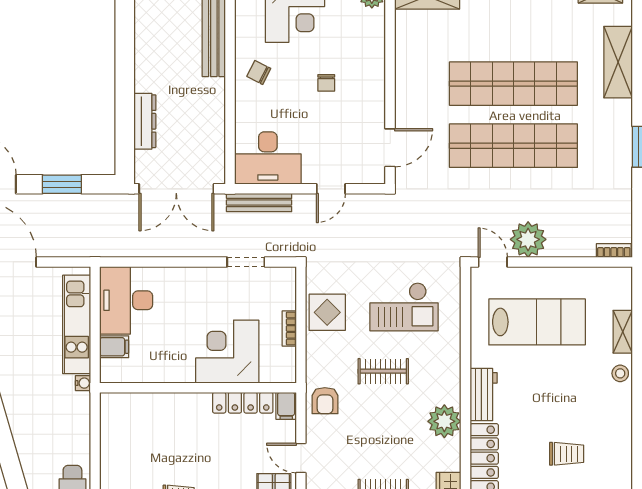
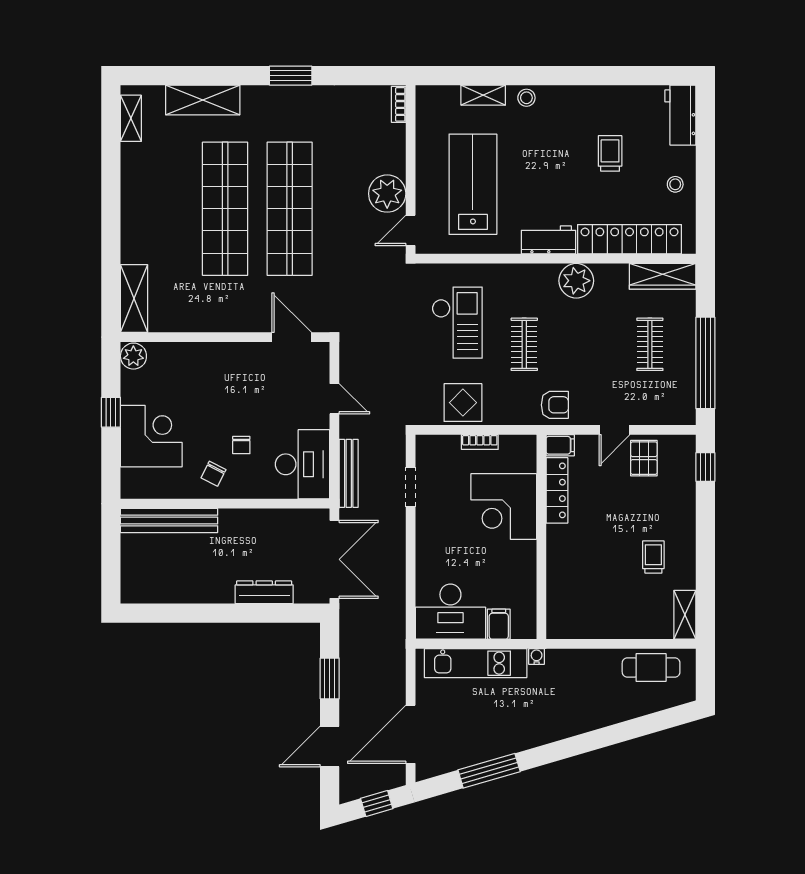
chair: (326, 83) -> (241, 445), moved, turned 90

